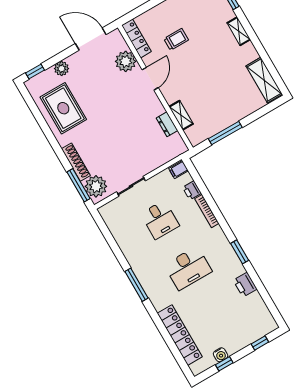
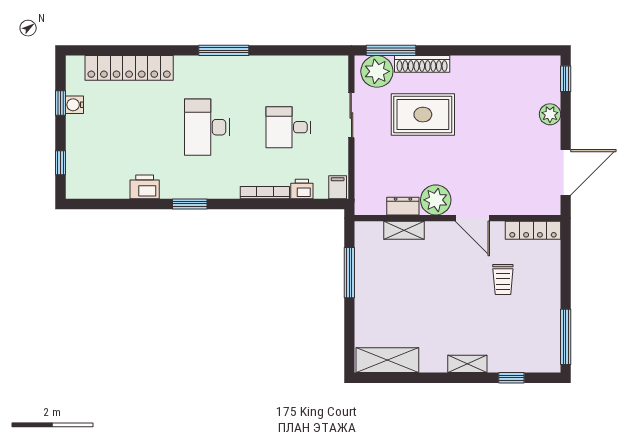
plant: (126, 61) -> (436, 200), moved
rug: (63, 108) -> (423, 115), moved

